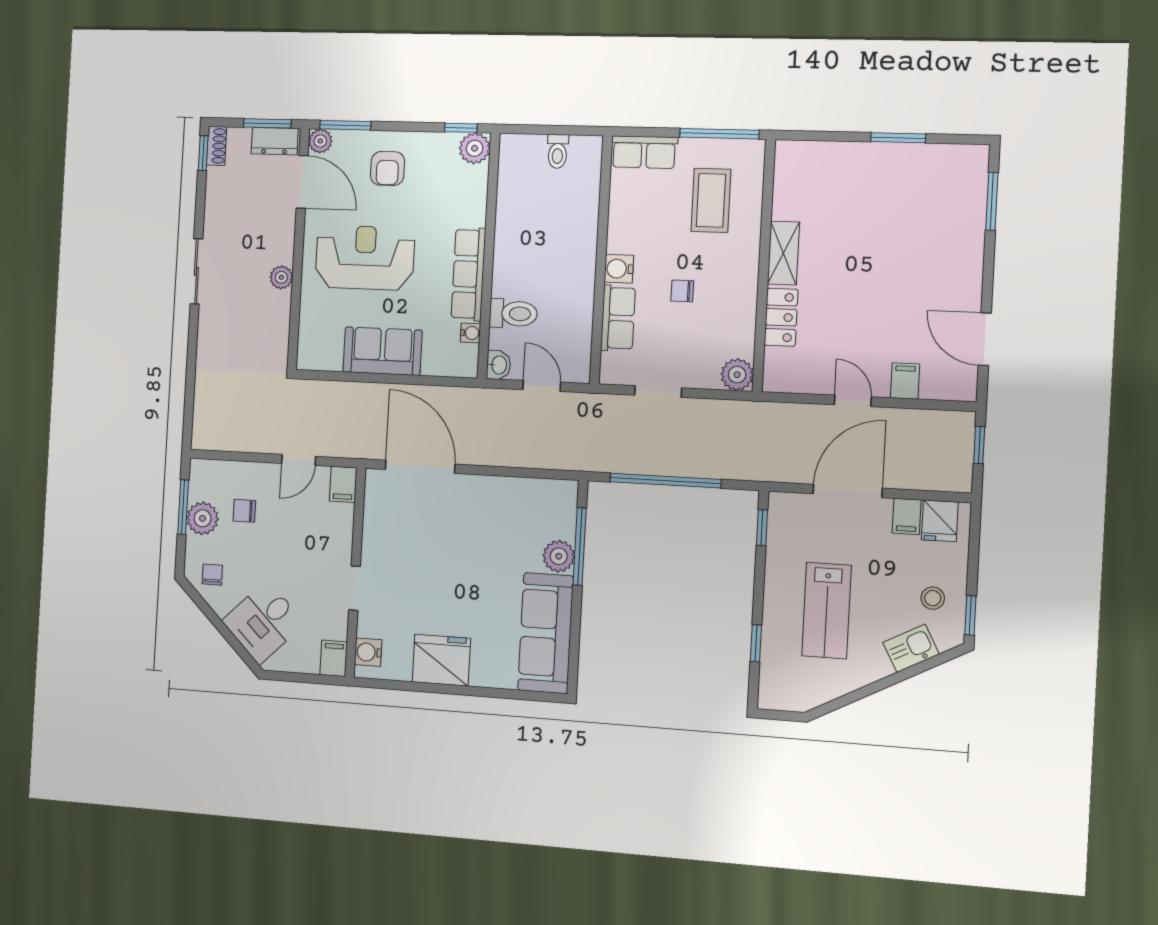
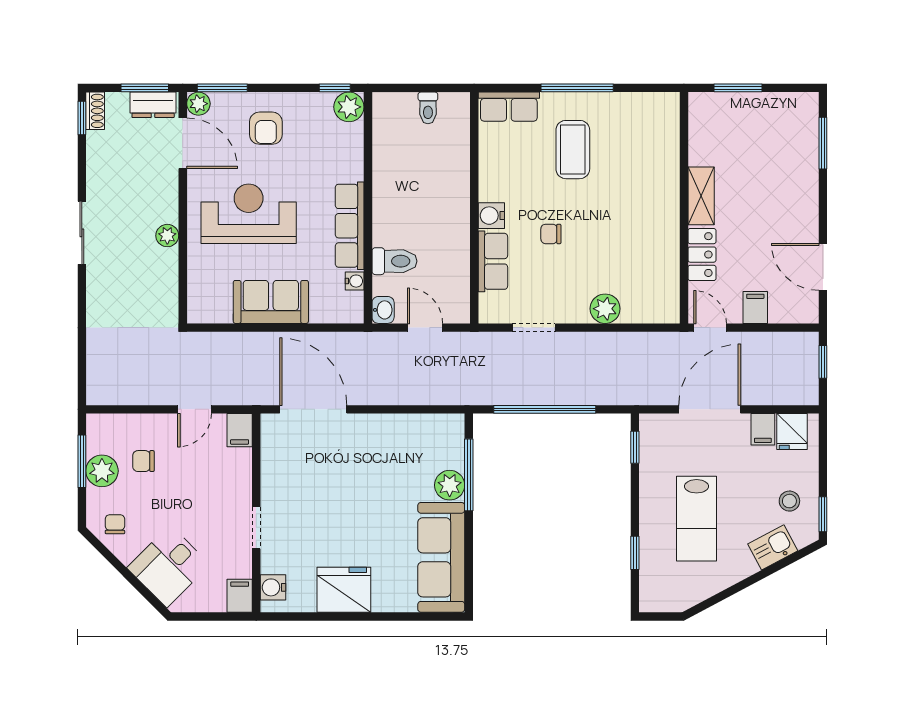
shelving: (783, 253) -> (701, 196), moved
wall: (764, 265) -> (684, 208), moved
locker: (781, 317) -> (702, 255), moved

